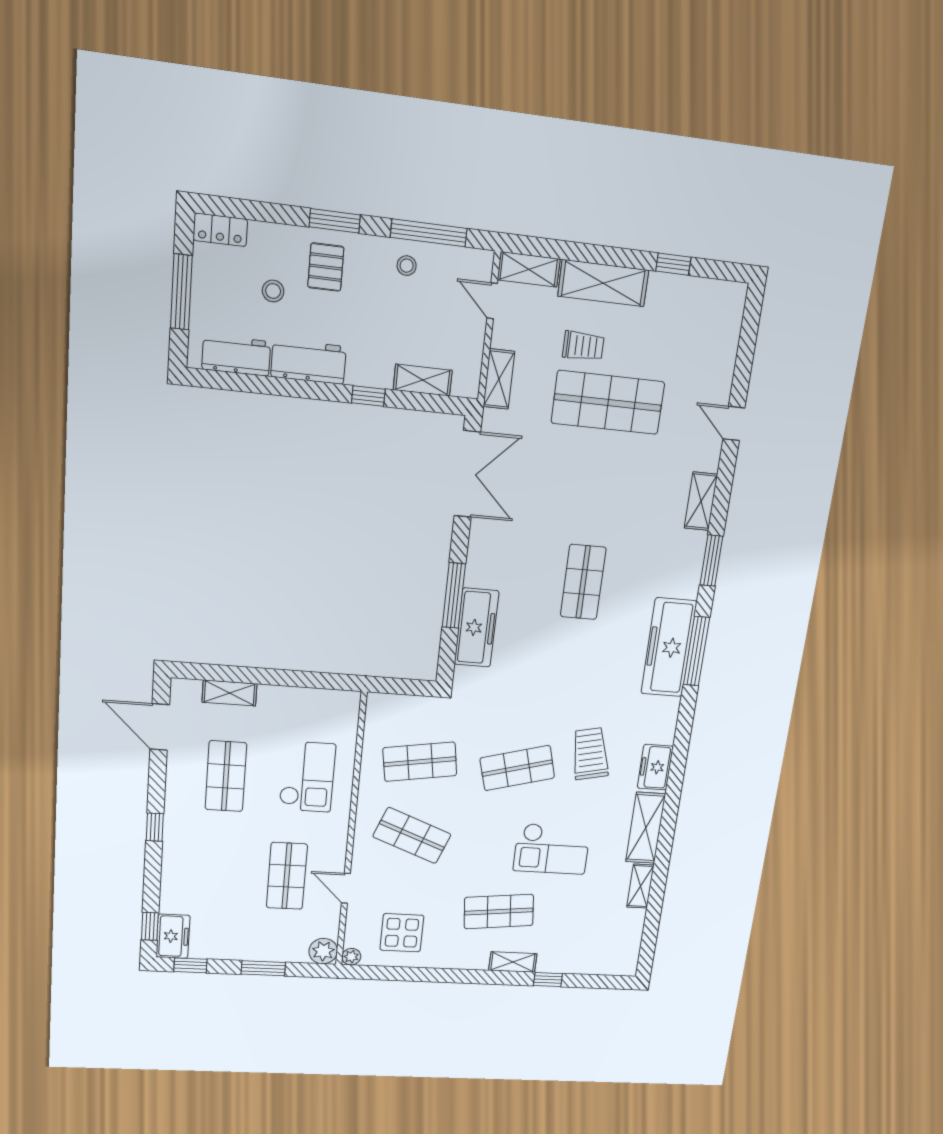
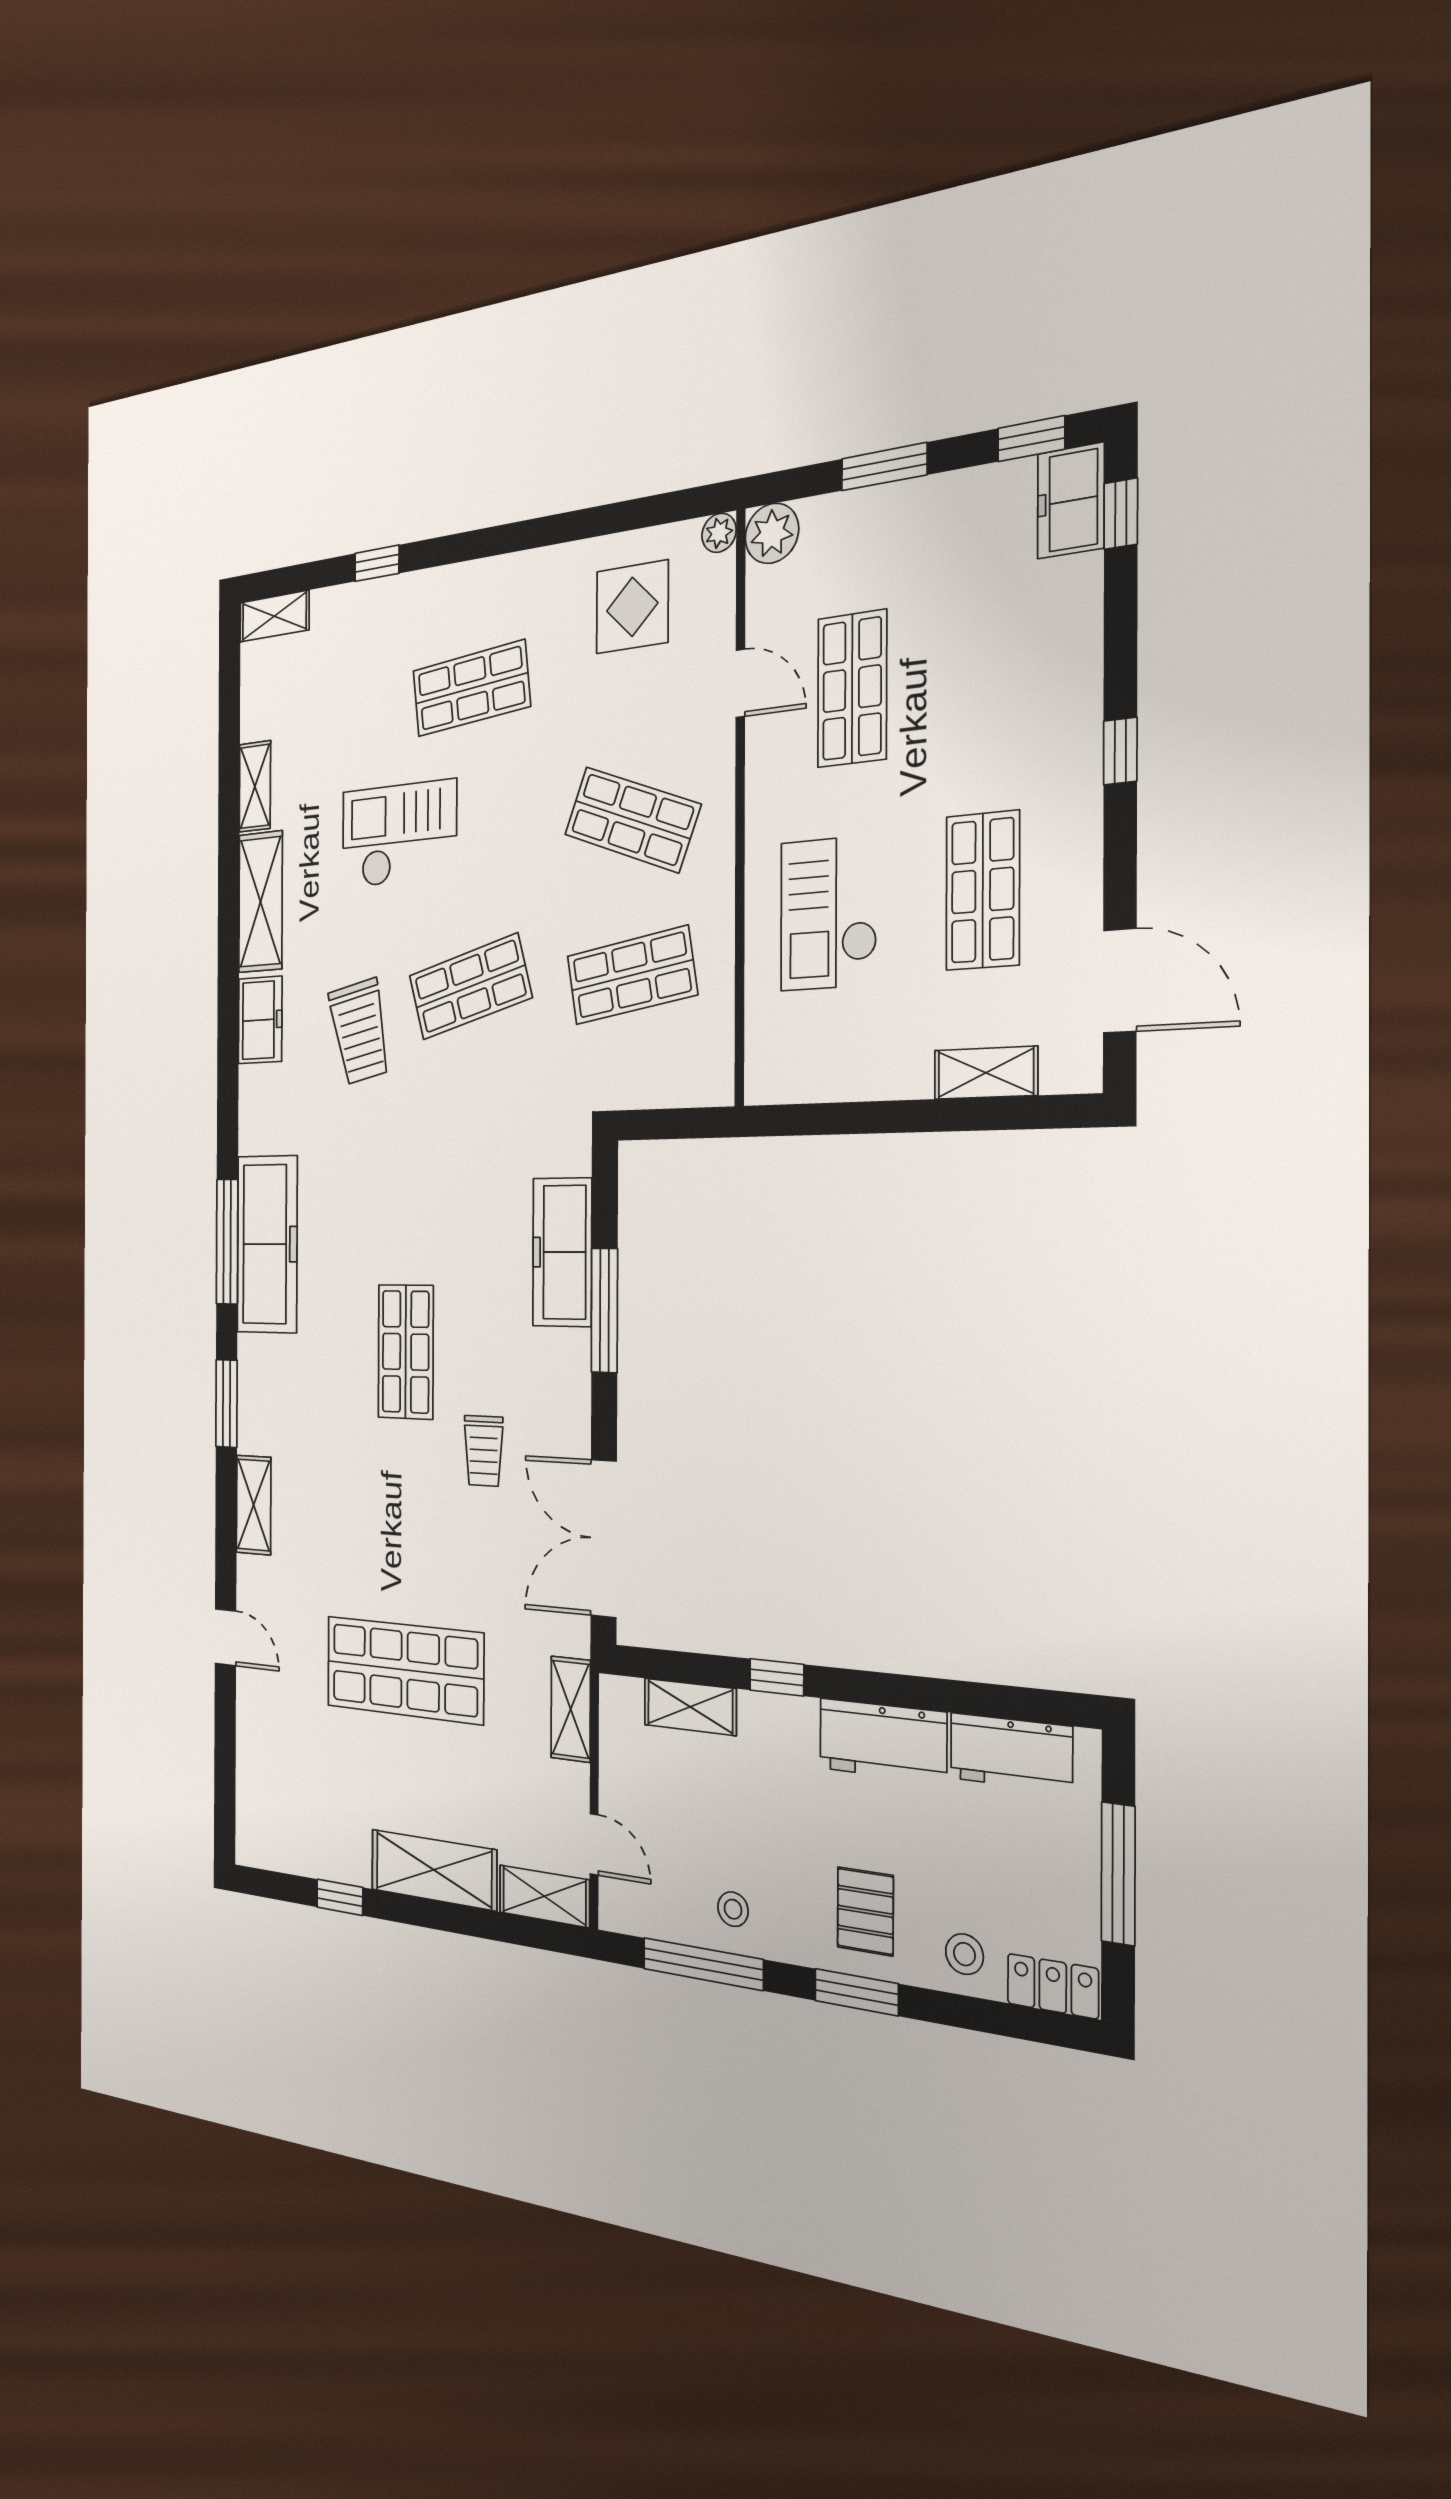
stool: (273, 291) -> (964, 1954), moved
trolley: (583, 346) -> (484, 1451), moved, turned -90
shelving: (513, 962) -> (274, 616), moved

